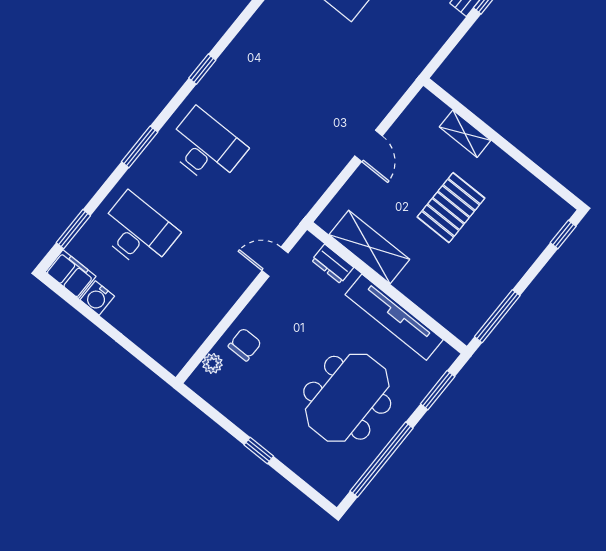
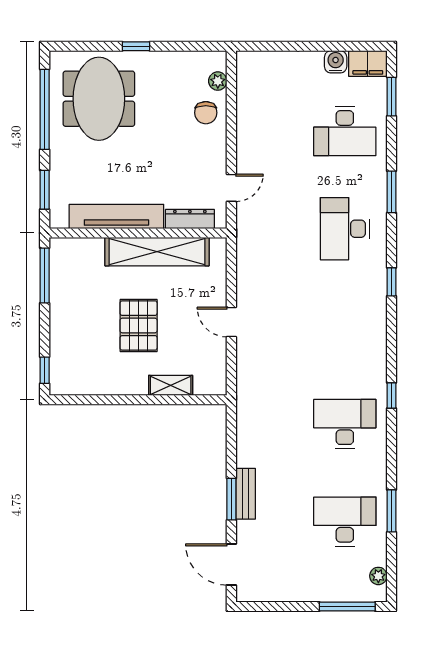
desk: (206, 148) -> (345, 229), turned 90
shelving: (369, 247) -> (157, 252), width x1.47
dresser: (333, 264) -> (190, 219), width x1.44
meeting table: (347, 398) -> (99, 99), moved

